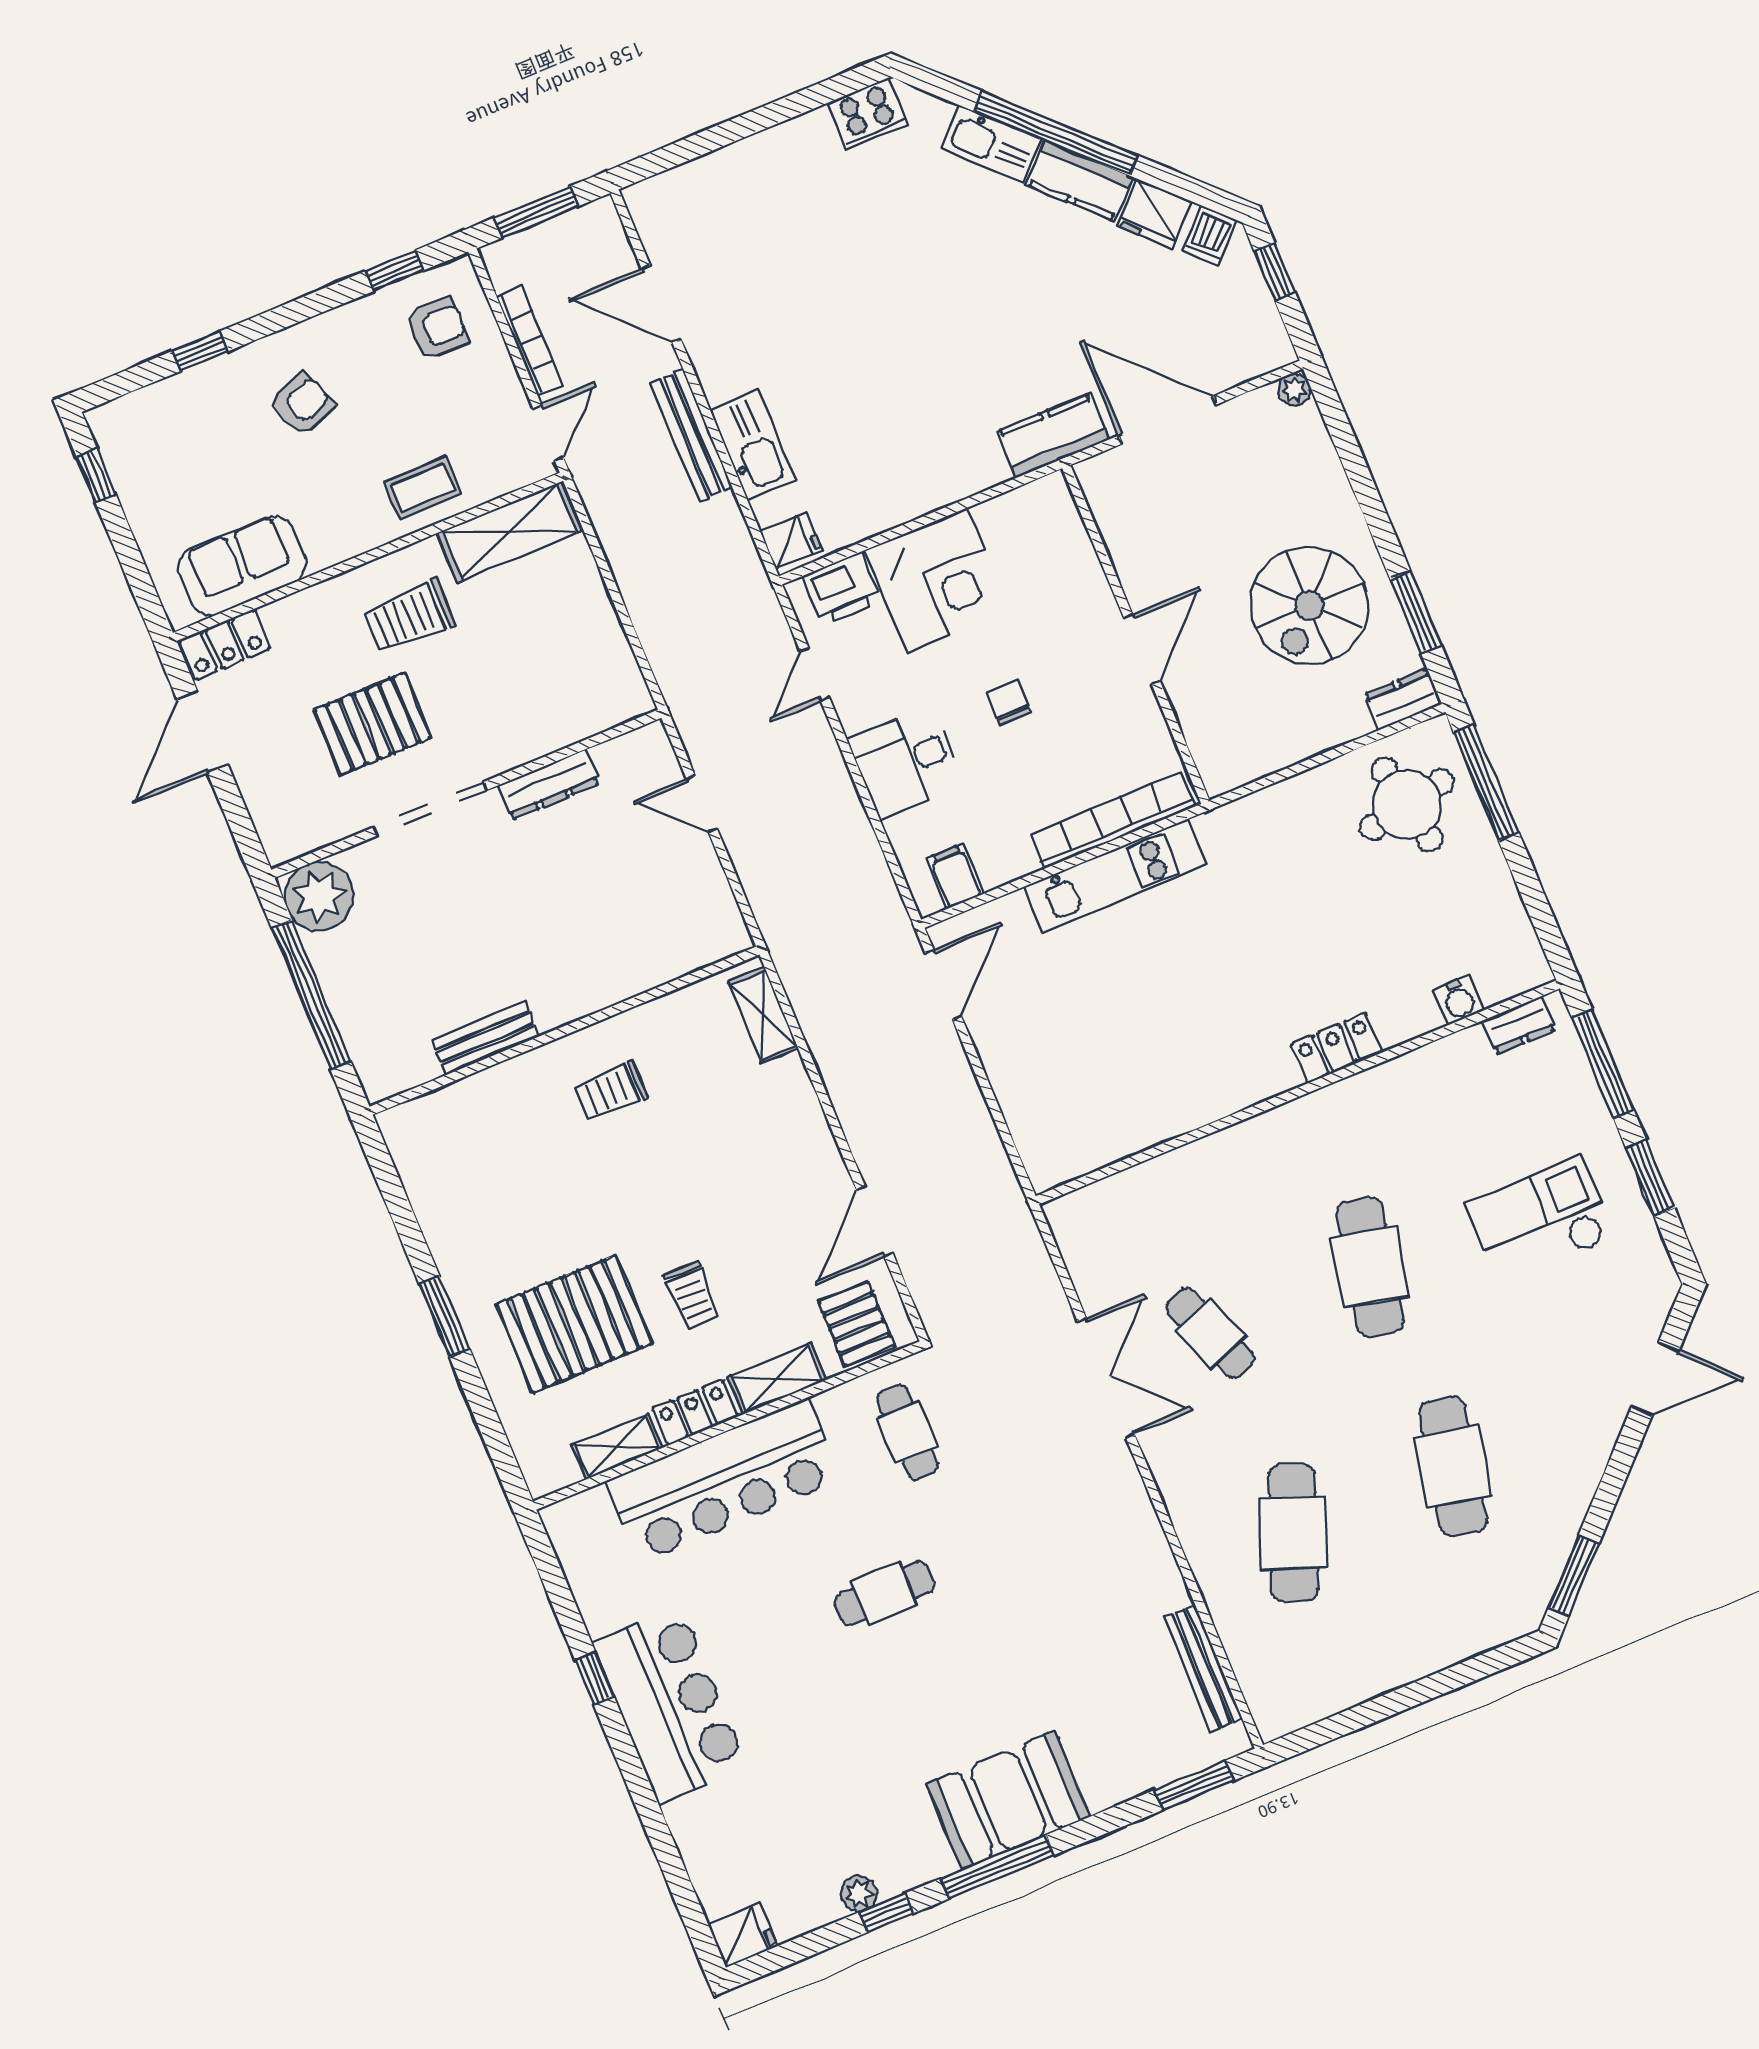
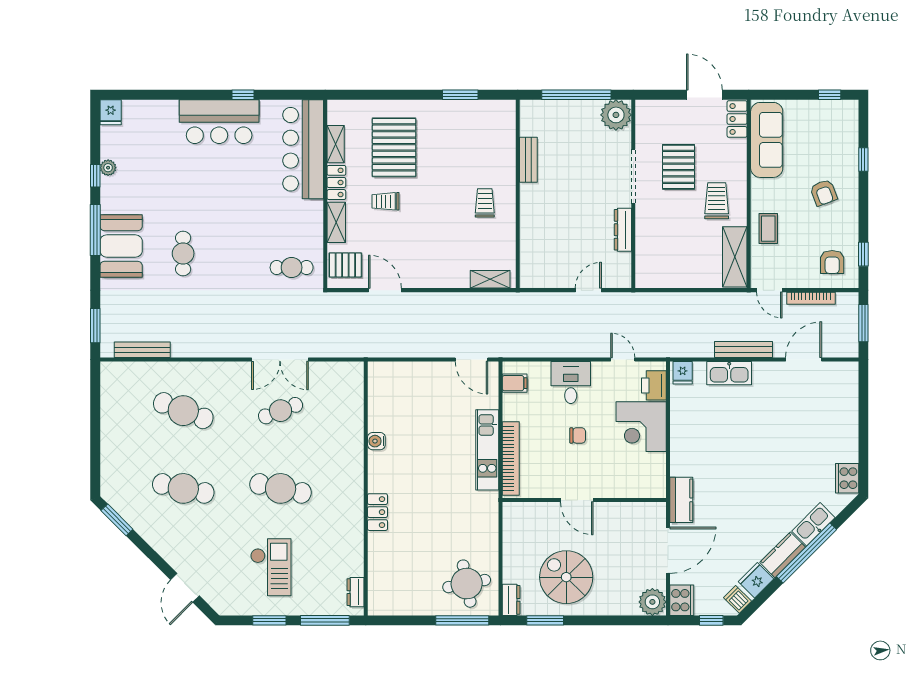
cooker: (1258, 349) -> (682, 600), added
plant: (1294, 389) -> (652, 602), width x1.88, depth x1.88
sofa: (242, 566) -> (767, 140), width x1.36
water cooler: (1459, 1000) -> (376, 441), moved
window: (445, 1316) -> (460, 95), moved
bar counter: (723, 1481) -> (303, 149), moved
cafe table: (884, 1593) -> (183, 253), moved

